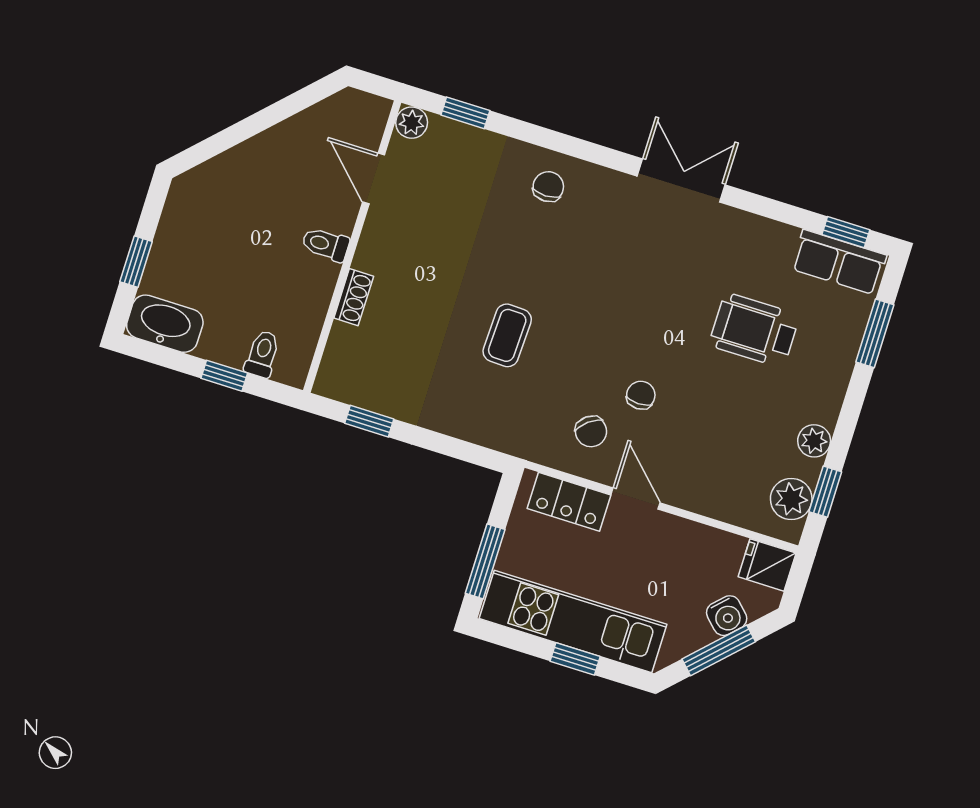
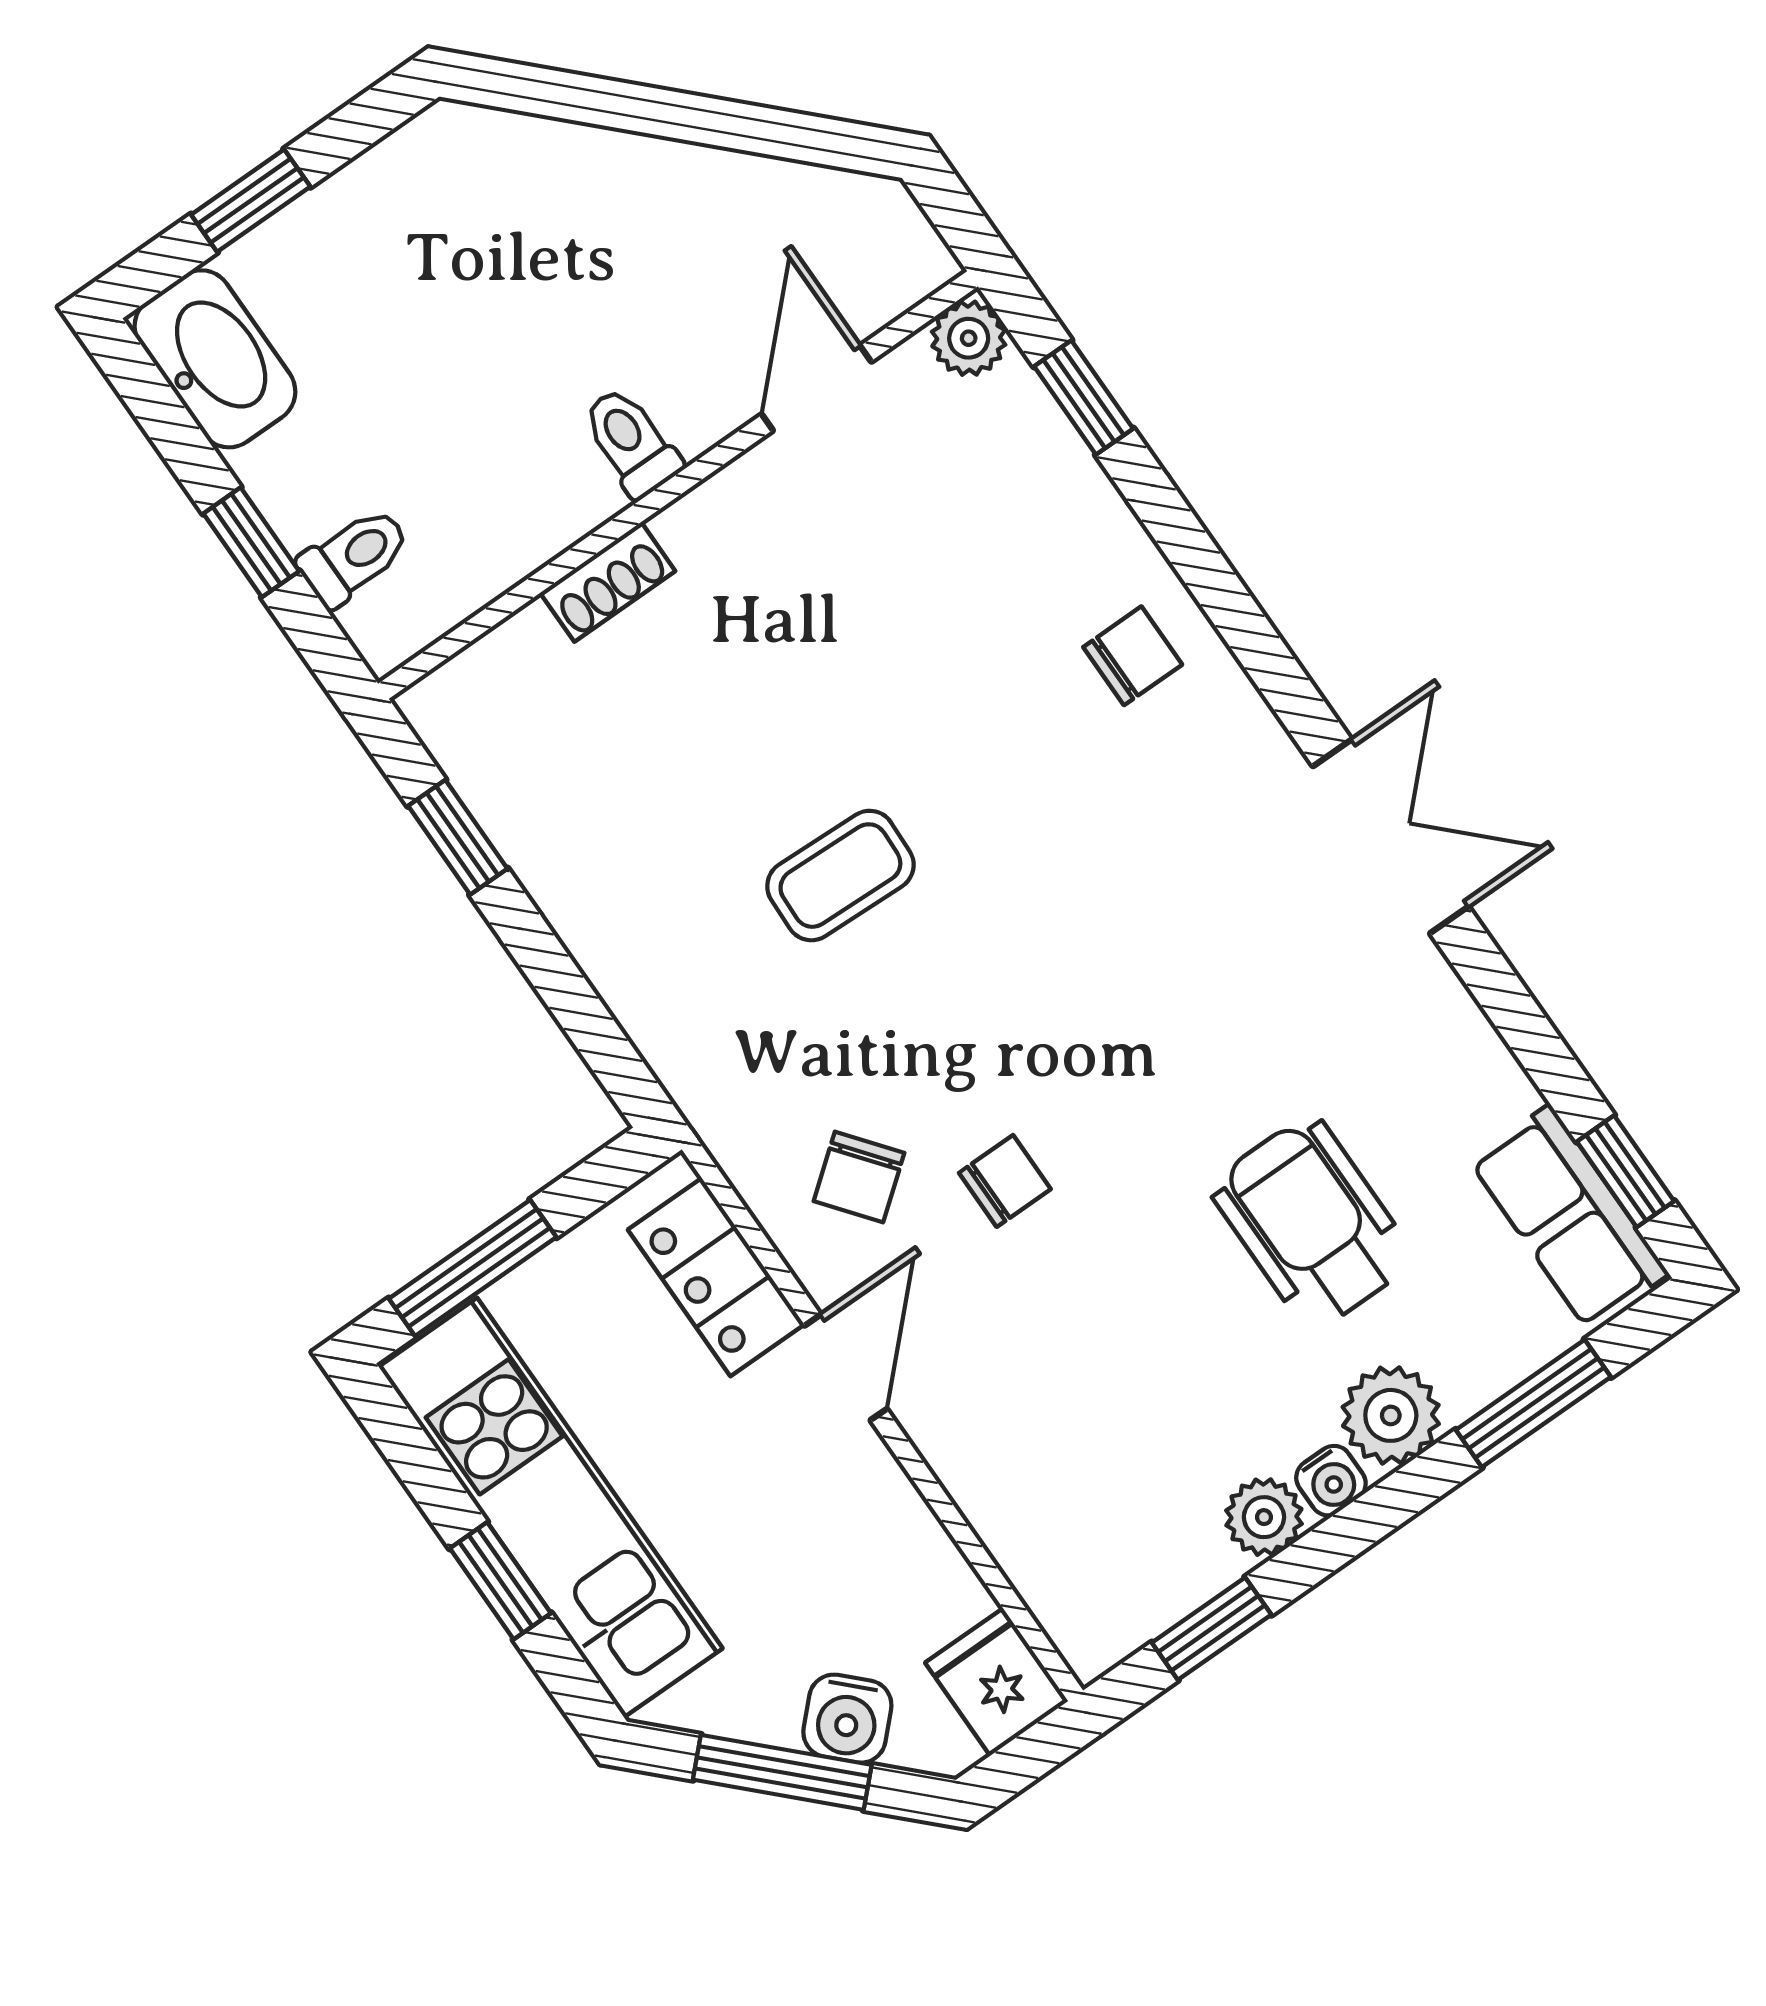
water cooler: (827, 411) -> (1331, 1481), added
plant: (791, 499) -> (1391, 1415), moved

